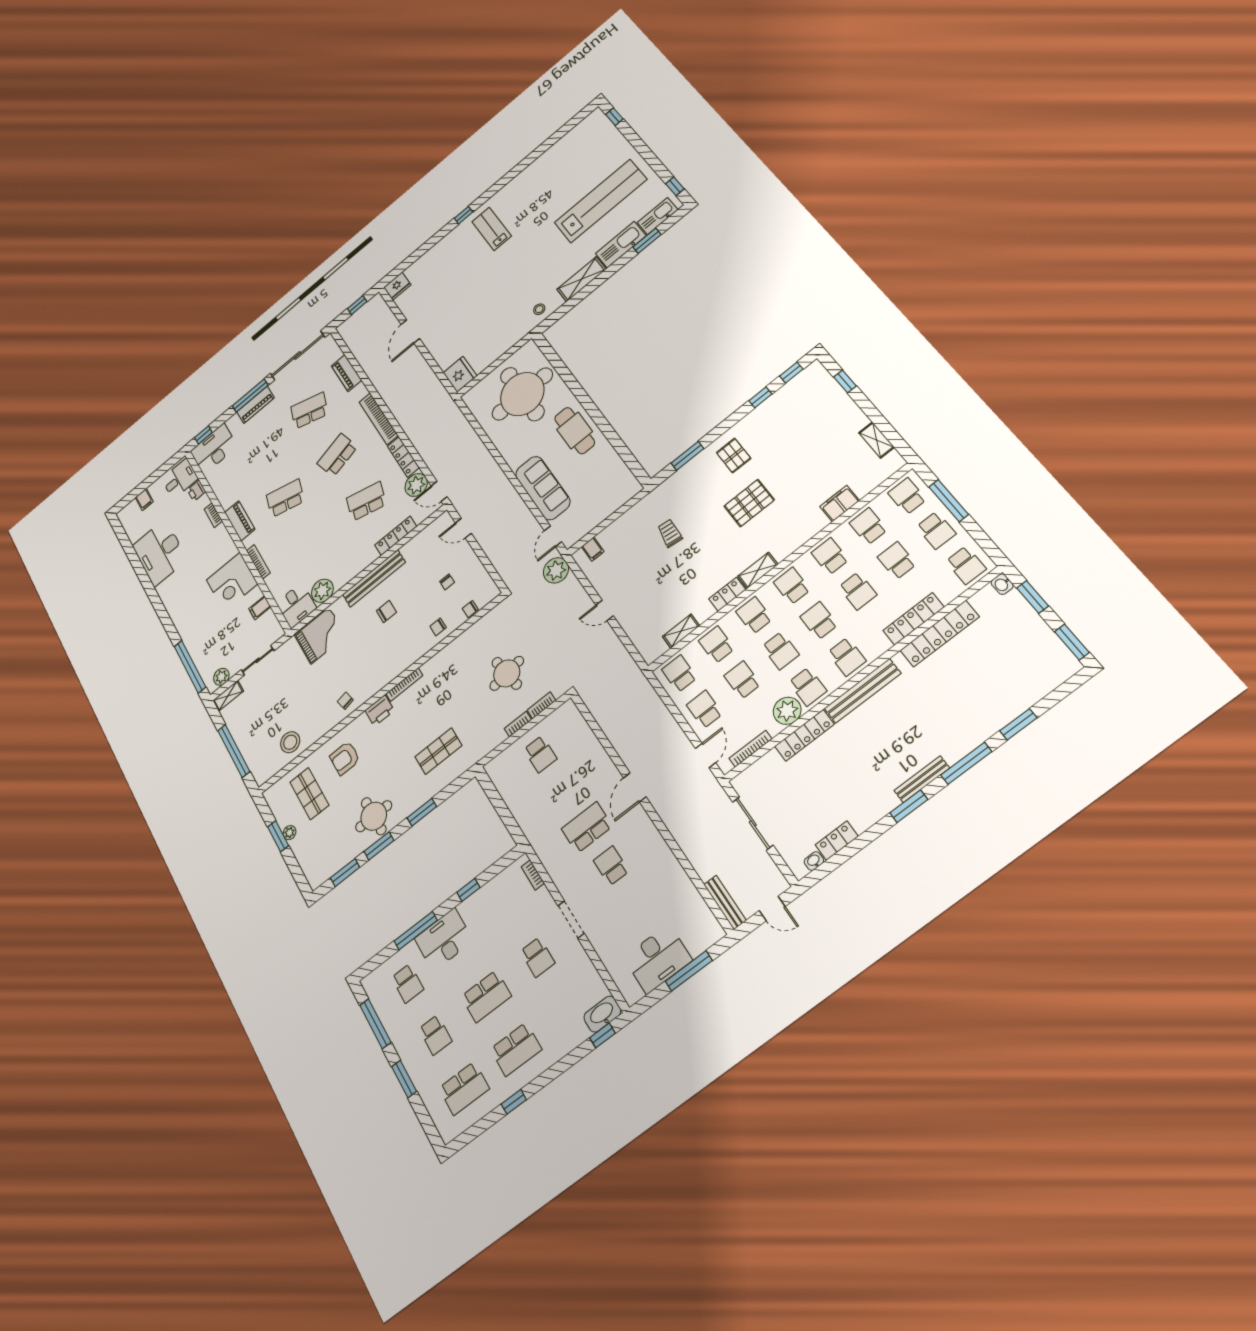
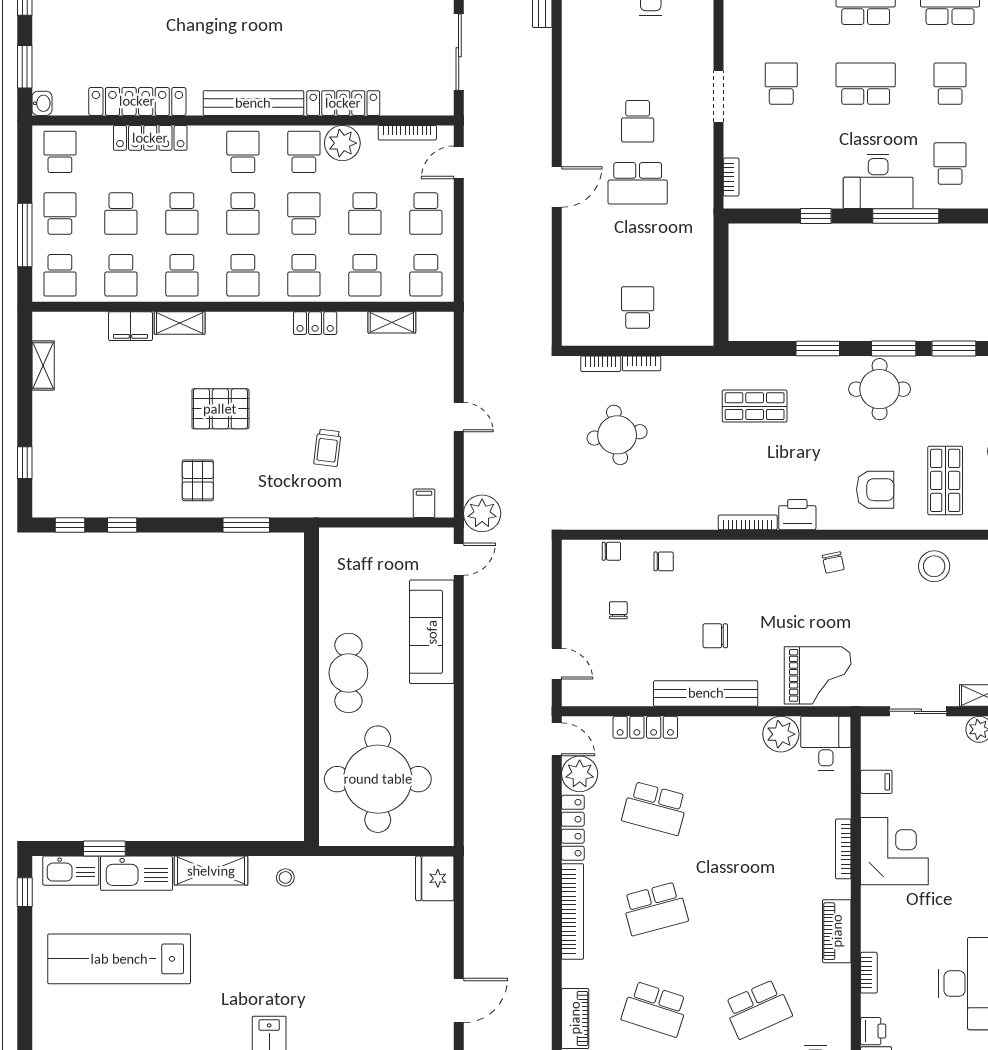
school desk: (285, 498) -> (758, 1009), moved, turned -39
shelving: (758, 570) -> (180, 323), moved
school desk: (858, 591) -> (182, 214), turned 180
grand piano: (320, 636) -> (818, 675), turned 180

